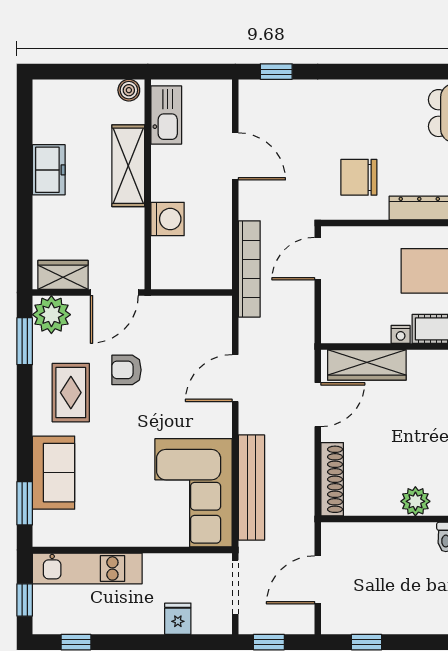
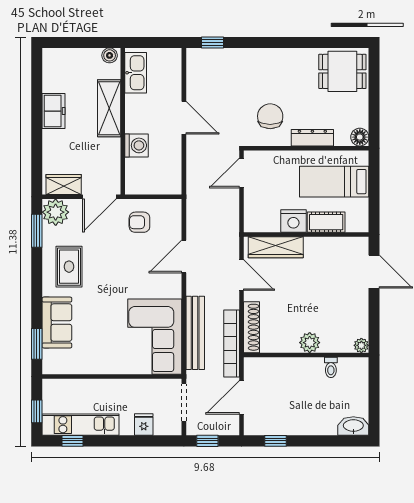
door: (235, 156) -> (184, 118), moved
chair: (359, 177) -> (270, 116), turned 90
bookcase: (249, 269) -> (232, 343), moved, turned 180
nightstand: (401, 334) -> (293, 221), width x1.89, depth x1.79
armchair: (127, 370) -> (139, 222), moved
door: (318, 405) -> (241, 275), hinge flipped
kitchen unit: (87, 568) -> (80, 425), moved, turned 180

